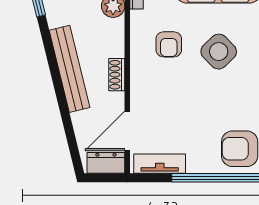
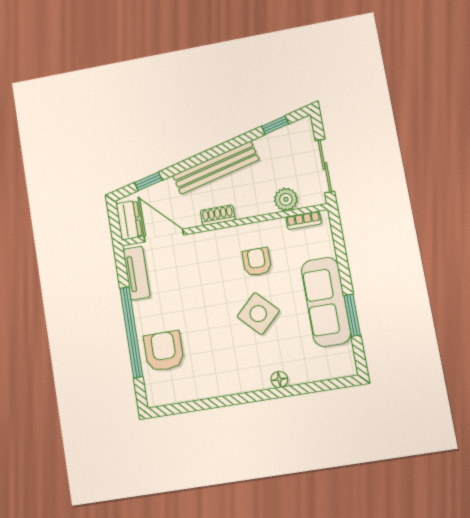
armchair: (169, 44) -> (257, 262), turned 90
window: (71, 138) -> (148, 181), added

